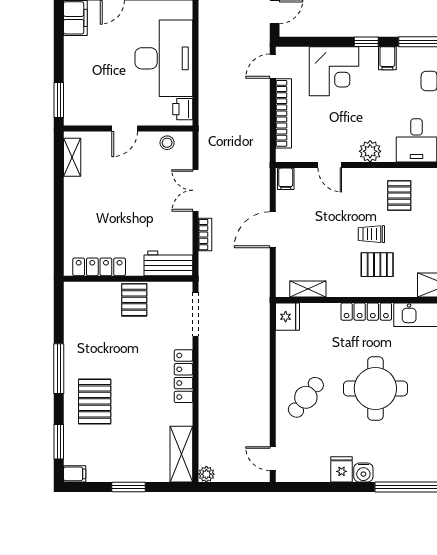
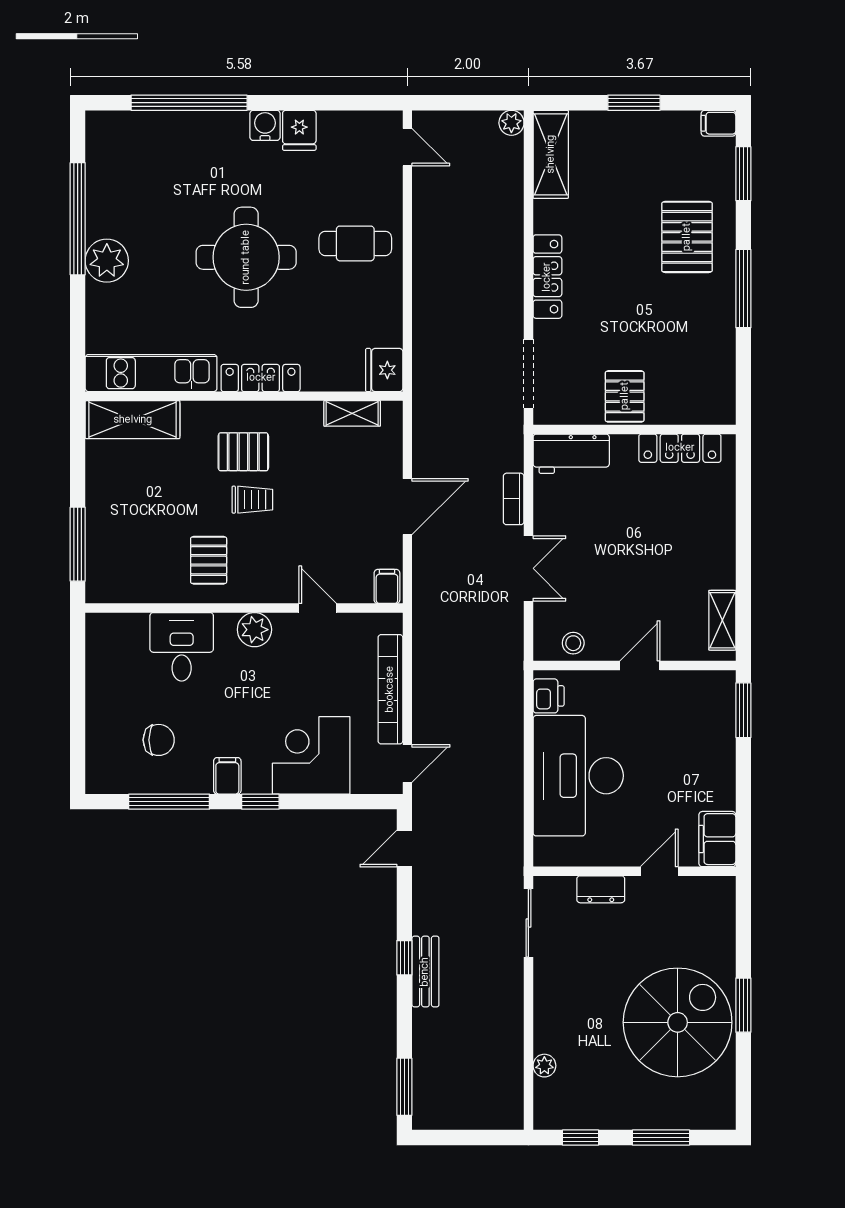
cafe table: (306, 397) -> (355, 243), turned 52

